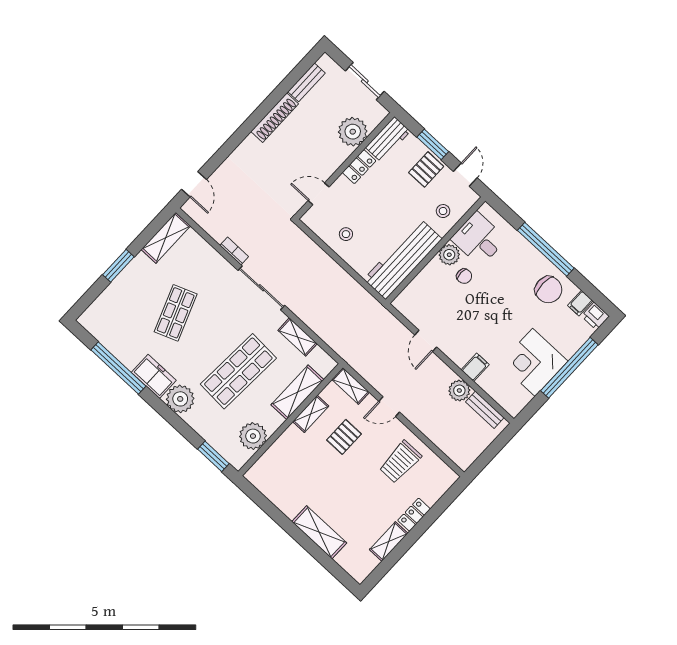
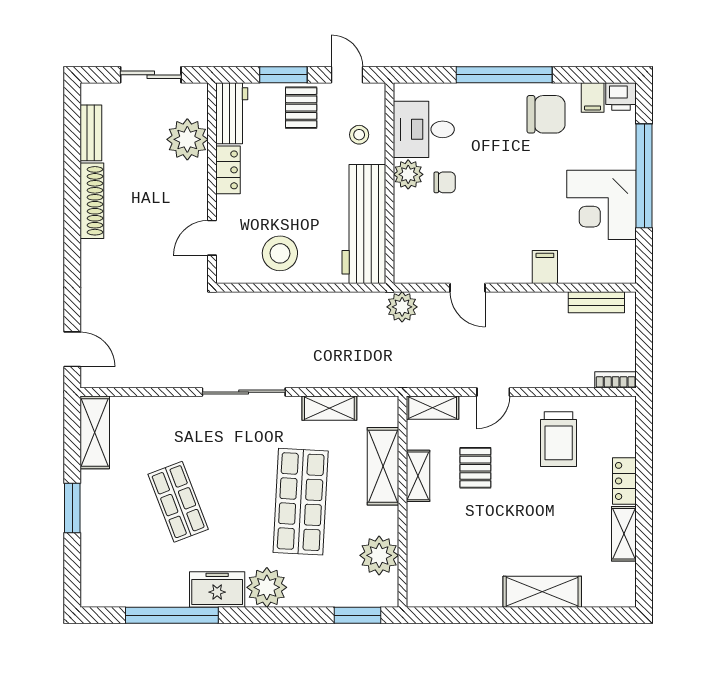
stool: (346, 234) -> (280, 253), width x1.89, depth x1.89
bookcase: (234, 251) -> (616, 380), moved
plant: (459, 390) -> (402, 307), moved

